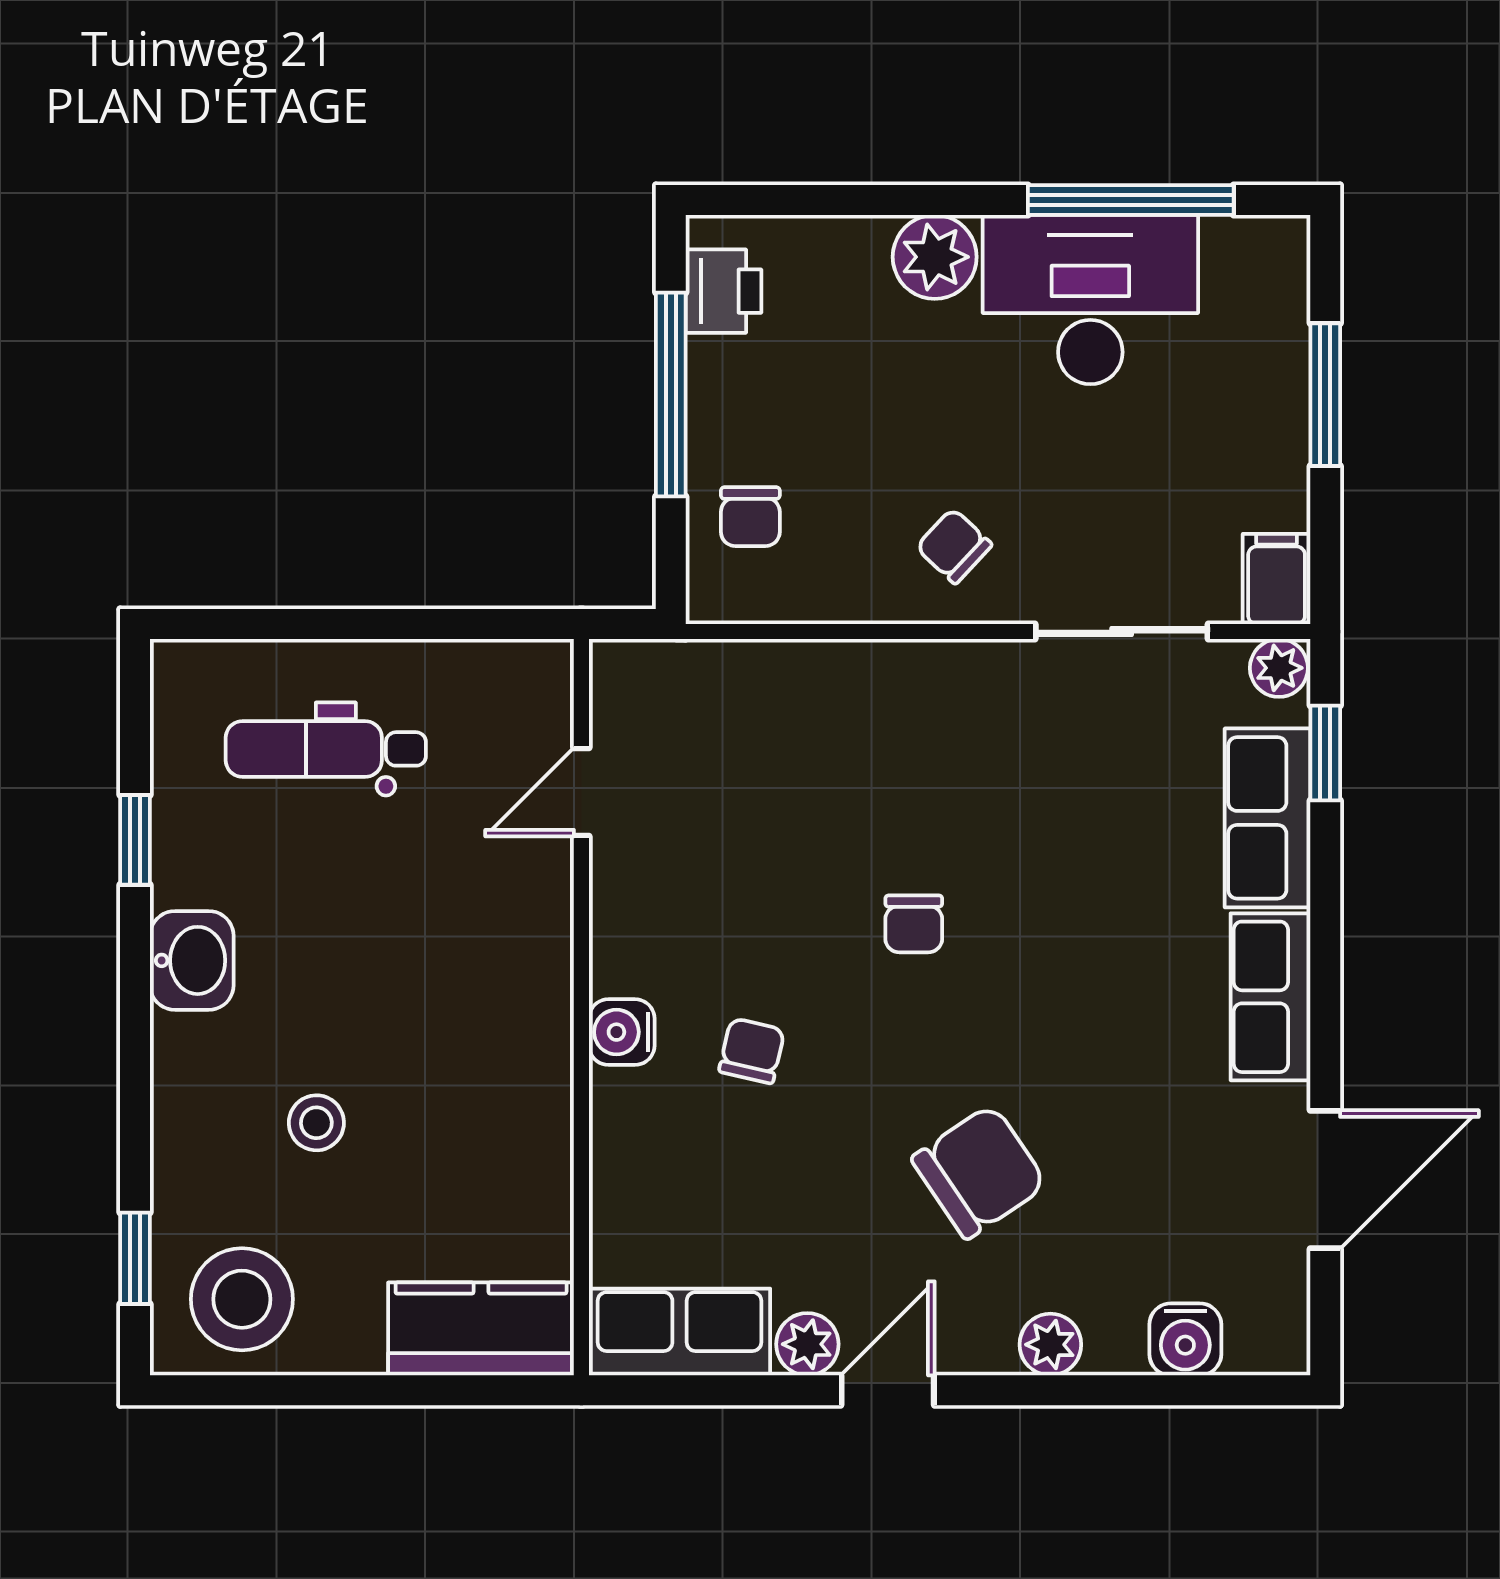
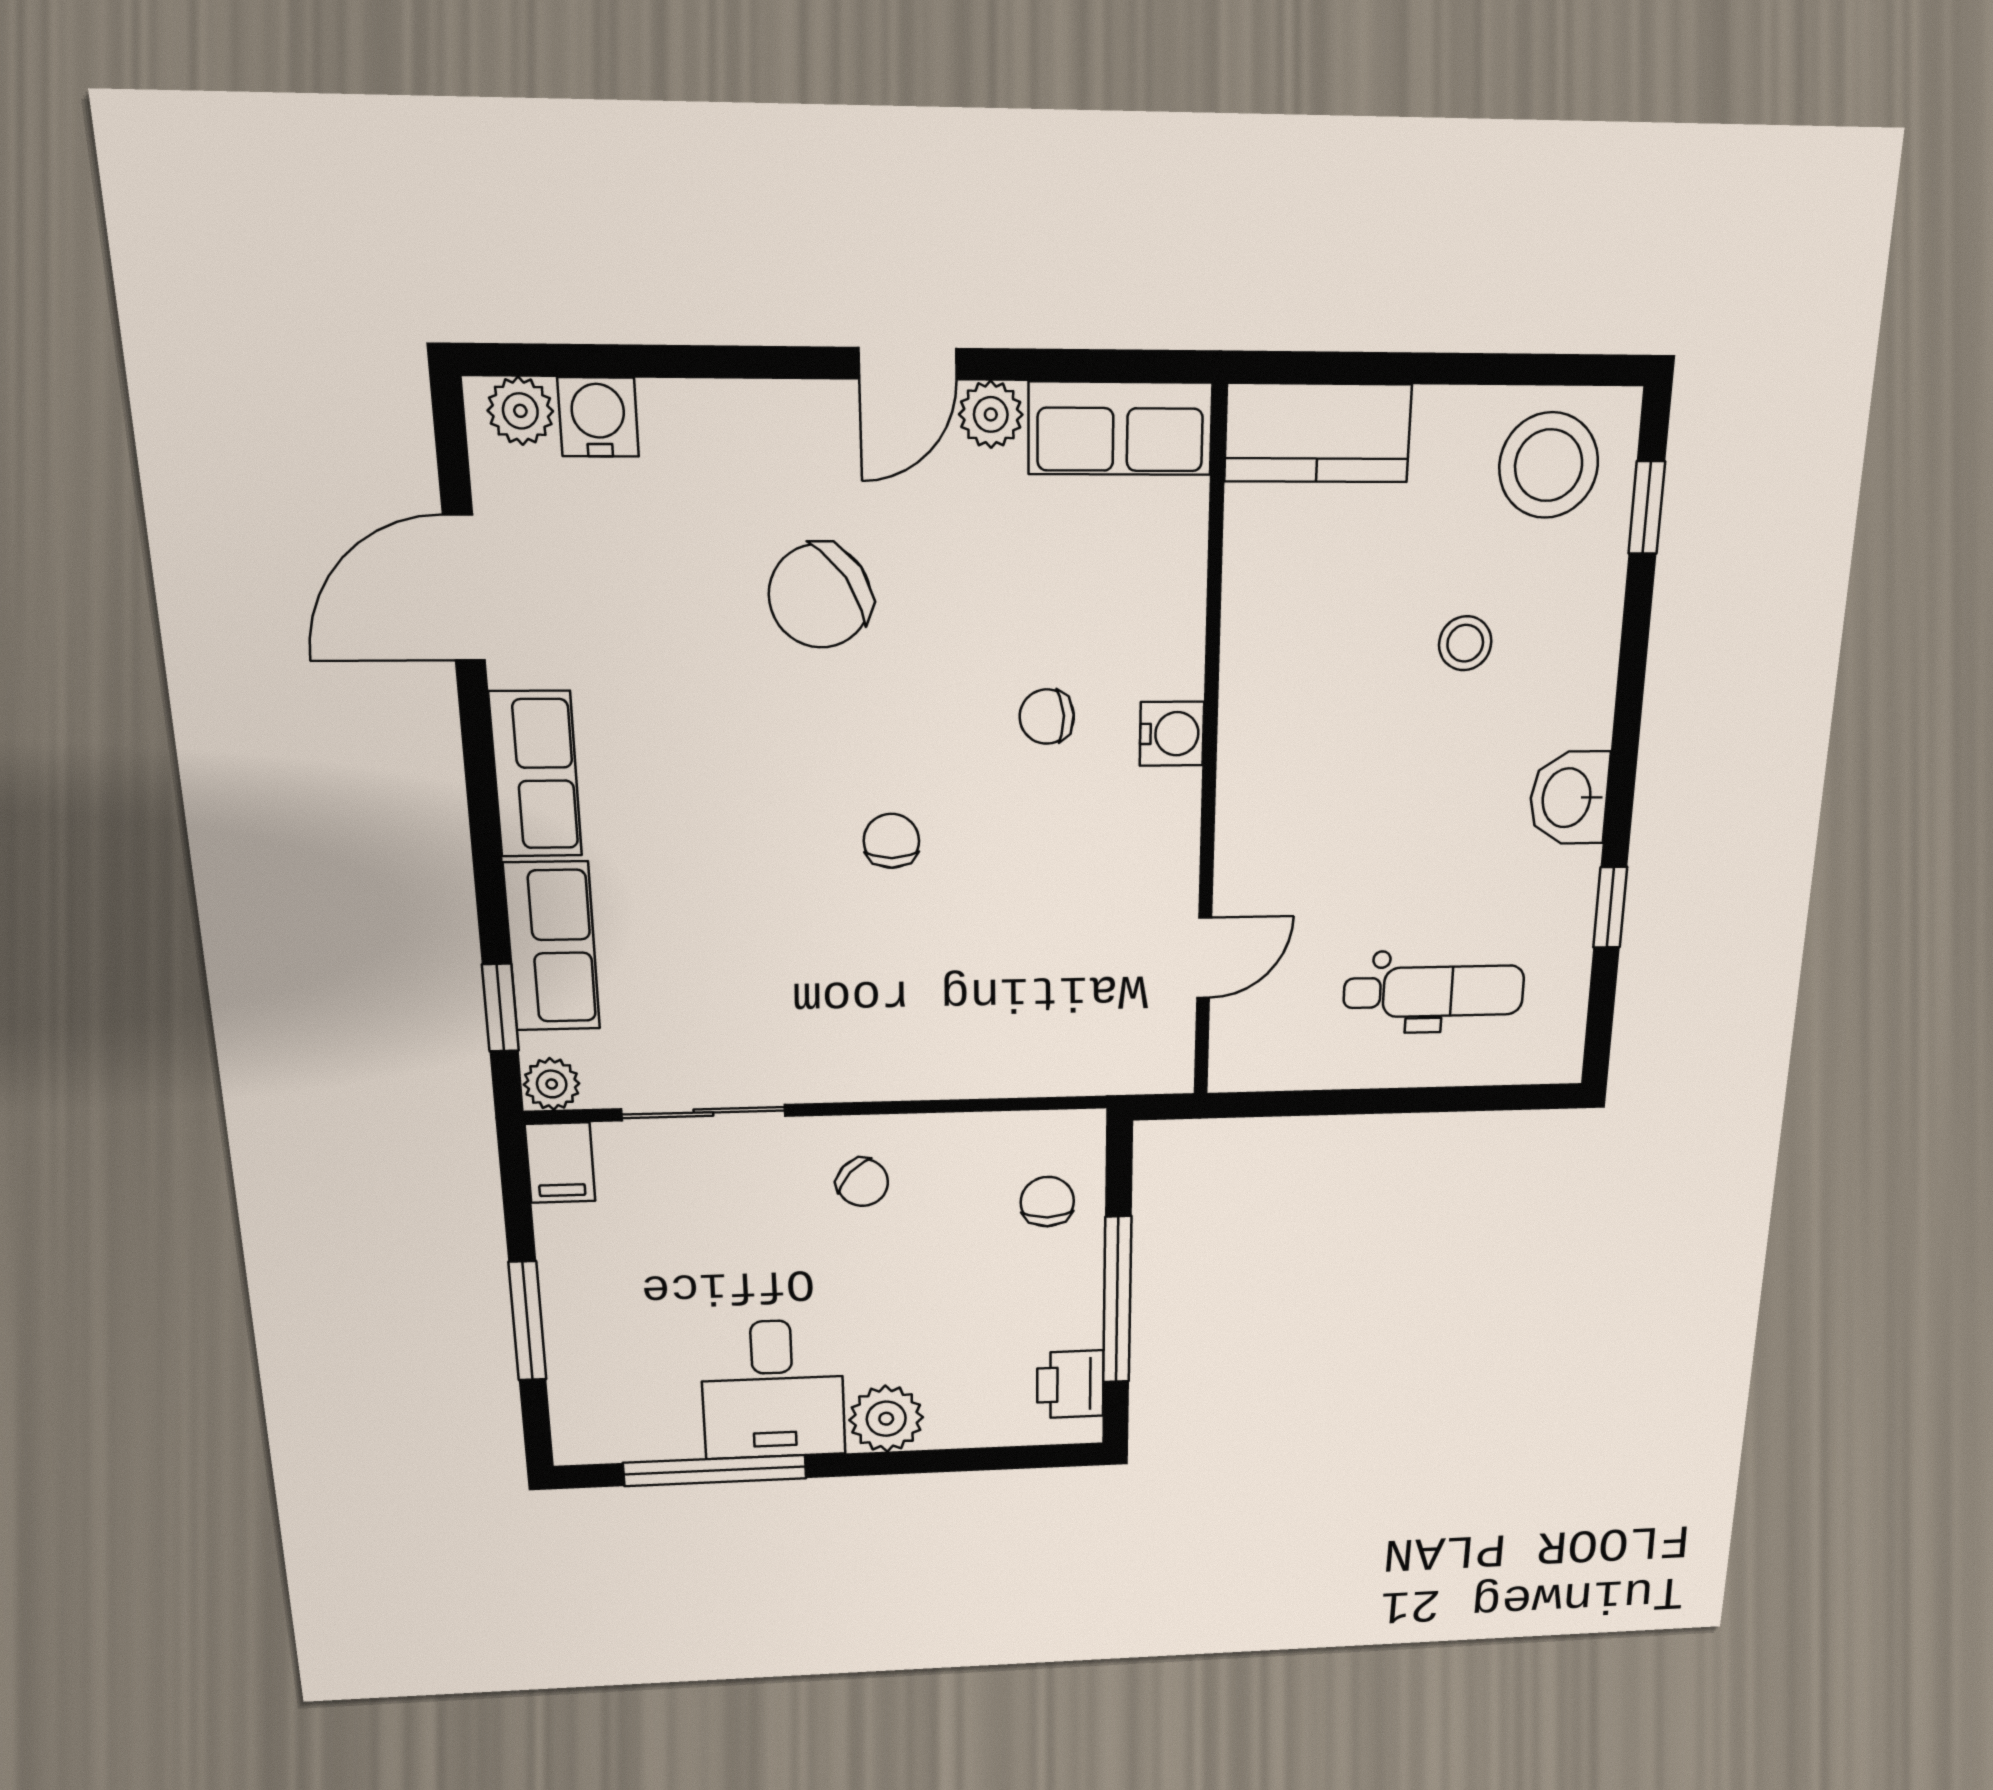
desk: (1090, 300) -> (773, 1389), width x0.73
chair: (752, 1051) -> (1047, 717), turned 74
plant: (1050, 1345) -> (520, 411), moved

